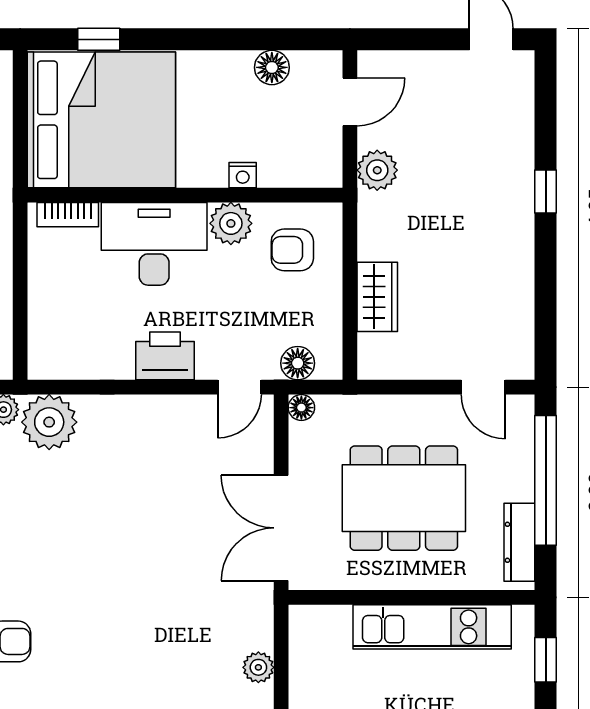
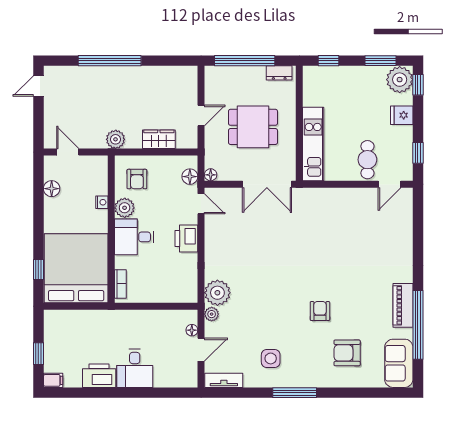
plant: (377, 170) -> (116, 139), moved
window: (546, 191) -> (110, 61), width x3.17
desk: (154, 244) -> (134, 237), width x0.73
door: (483, 387) -> (201, 116), moved
dining table: (404, 498) -> (253, 127), width x0.73
dresser: (519, 542) -> (279, 73), width x0.70
kitchen unit: (432, 627) -> (313, 144), moved
plant: (258, 667) -> (332, 195), removed

